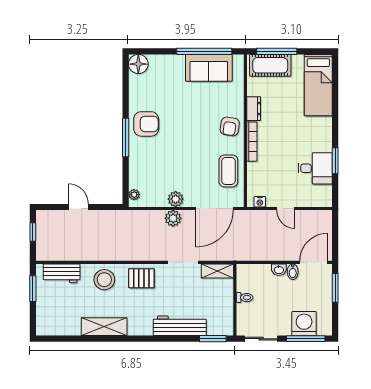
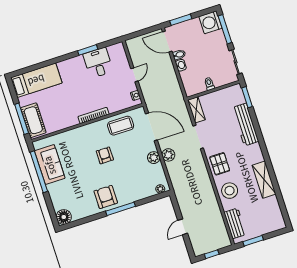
dresser: (254, 109) -> (69, 122), removed
armchair: (230, 126) -> (105, 155), moved, turned -98
washing machine: (304, 324) -> (210, 22), moved

